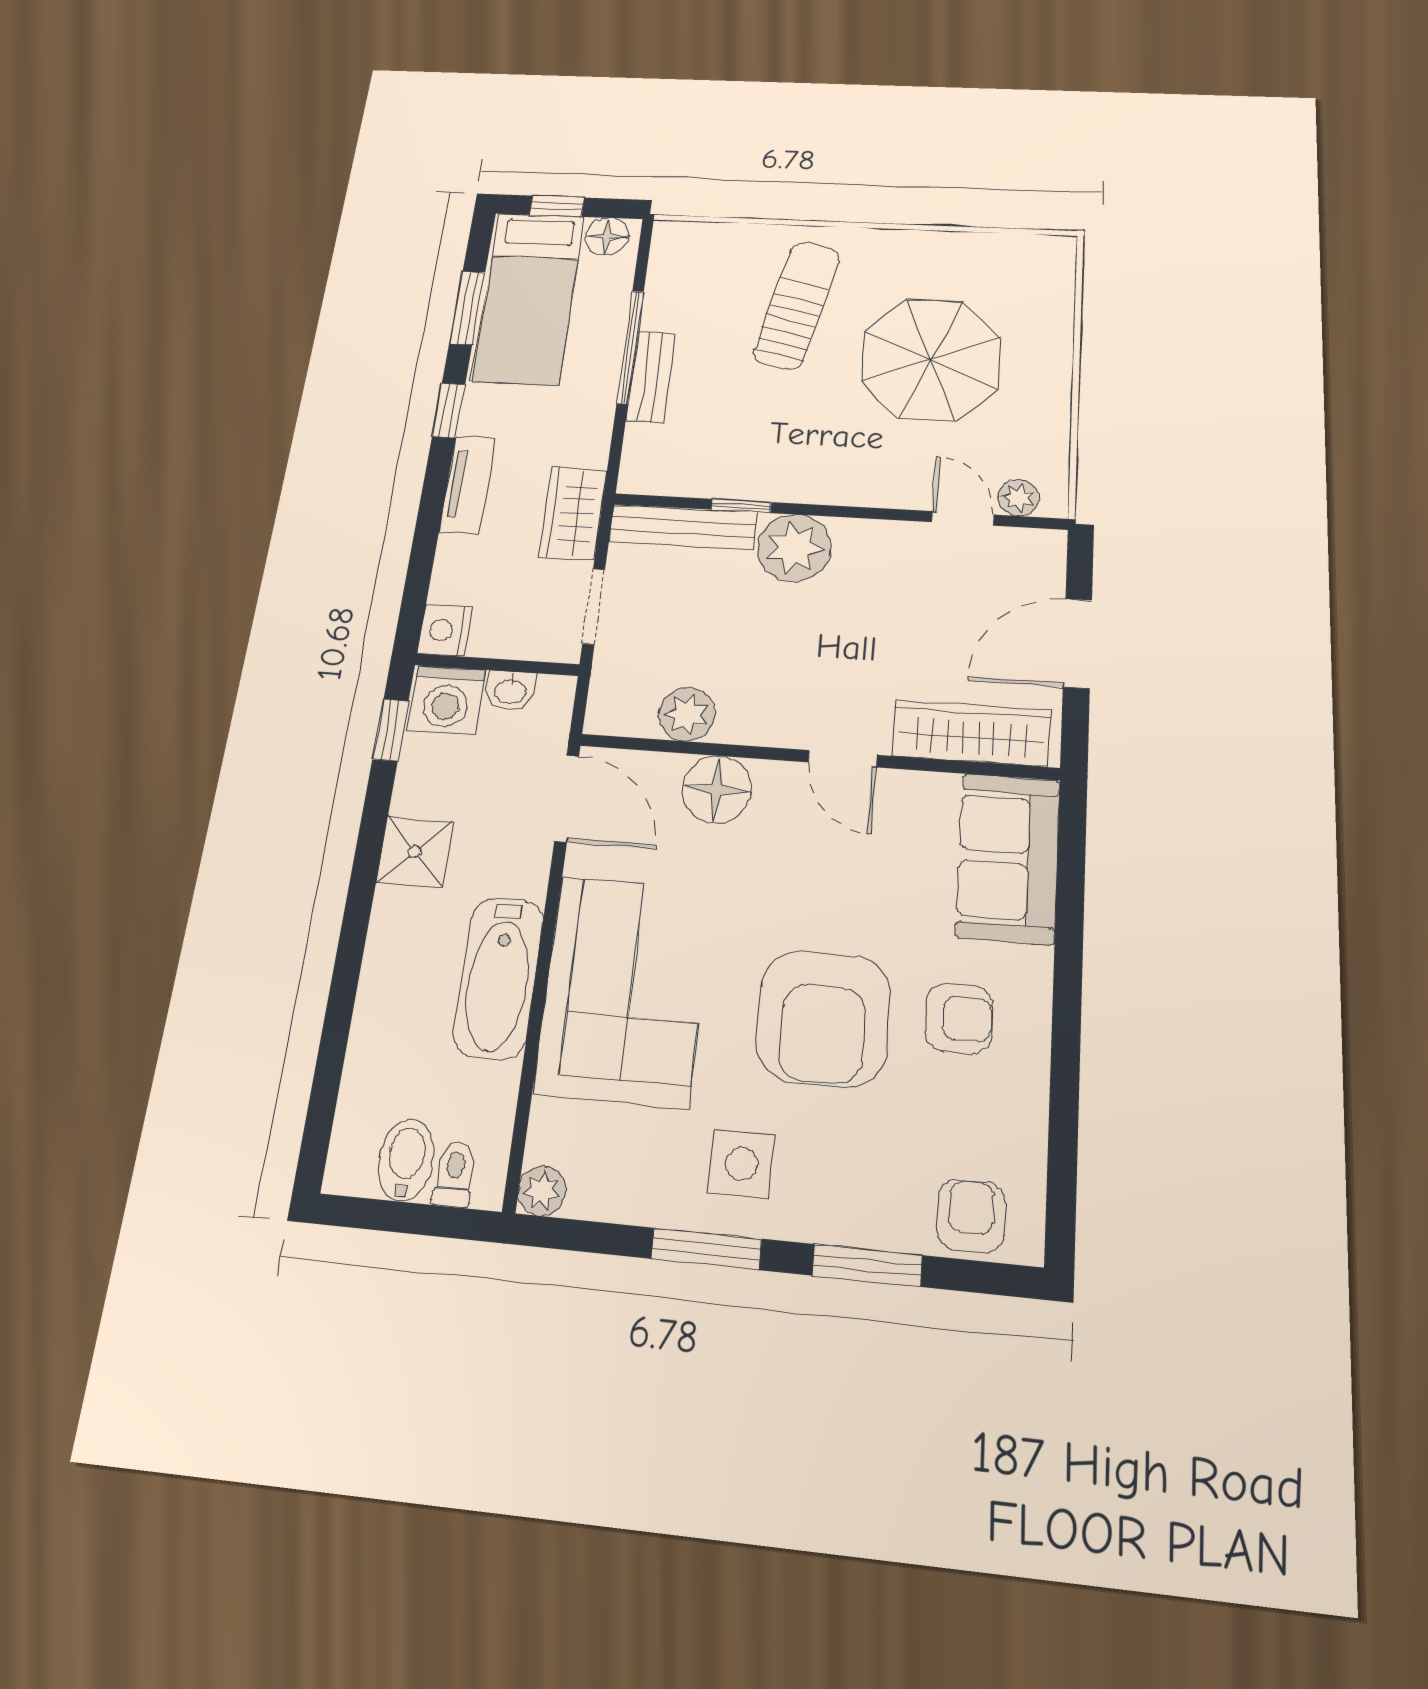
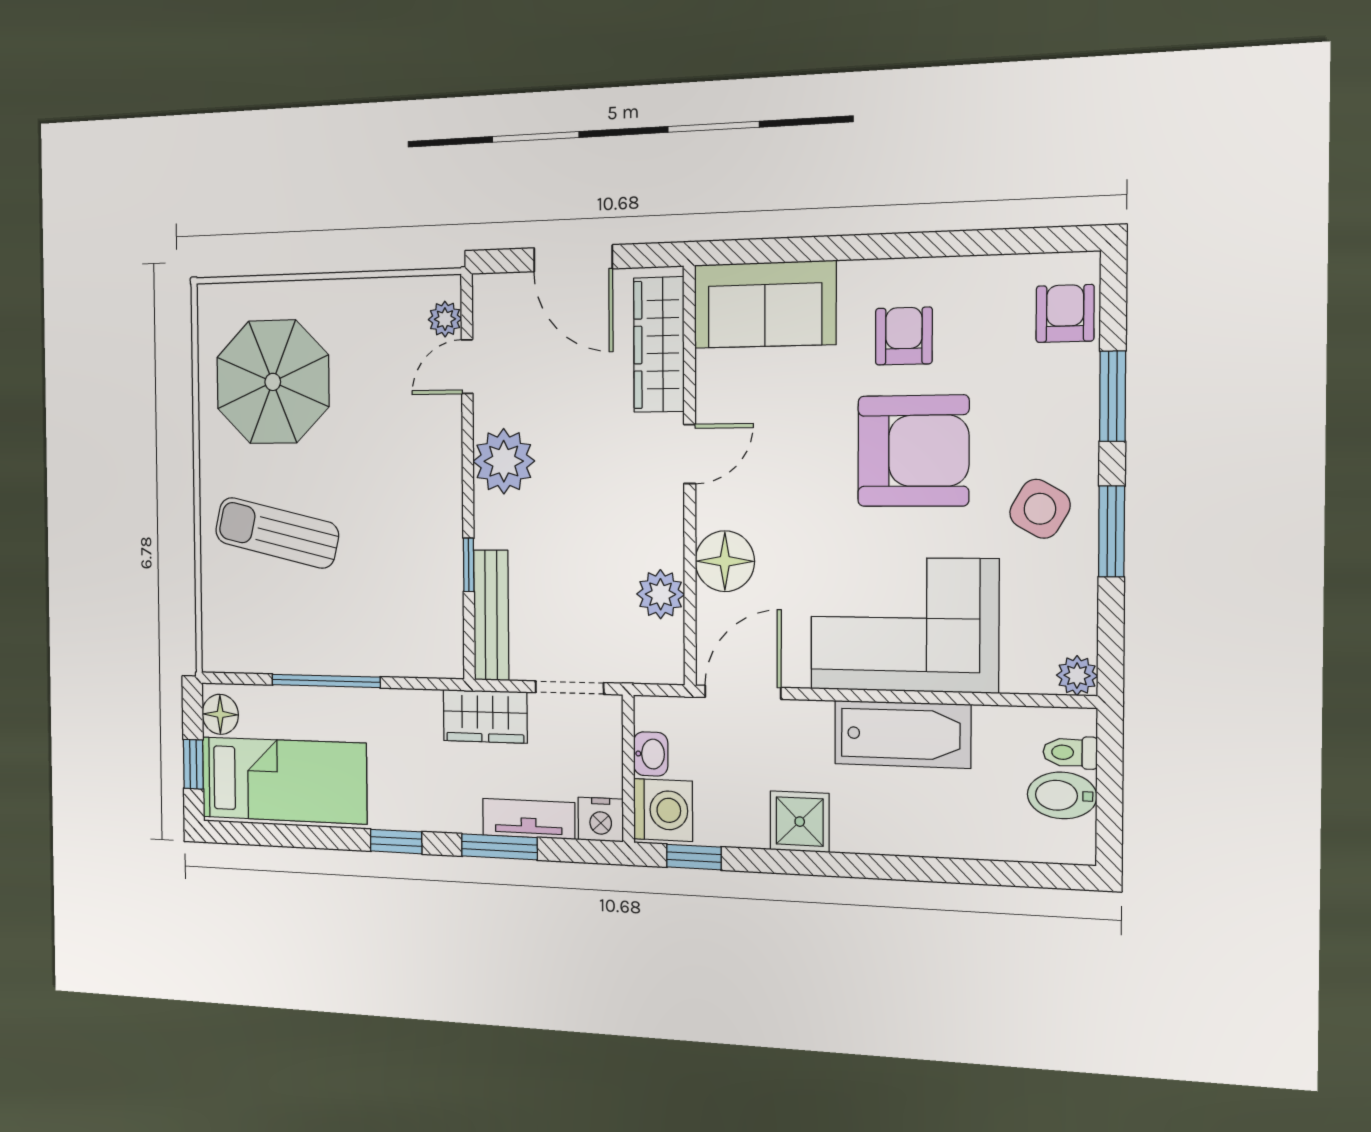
window: (467, 308) -> (499, 847), moved
parasol: (931, 359) -> (273, 382), moved
bench: (651, 377) -> (353, 659), removed
tv unit: (467, 484) -> (529, 819), moved
plant: (794, 548) -> (504, 461), moved
side table: (741, 1164) -> (1040, 509), turned 30
armchair: (971, 1216) -> (1065, 313), turned 90

